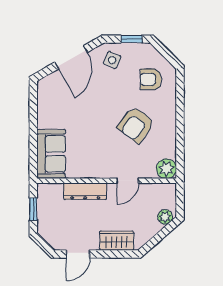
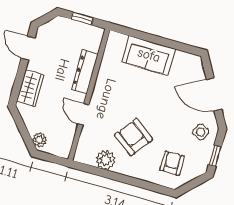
sofa: (51, 154) -> (149, 55), moved
plant: (166, 169) -> (105, 160), moved

